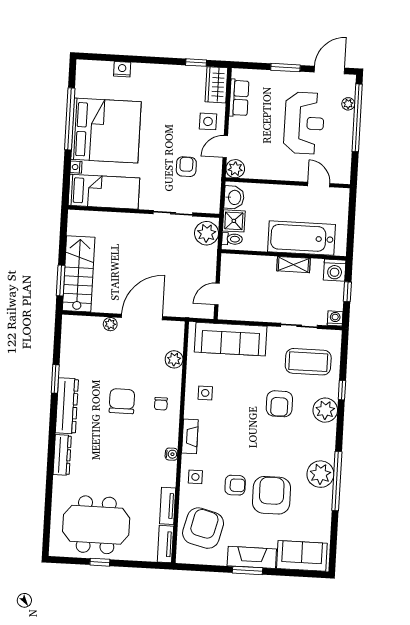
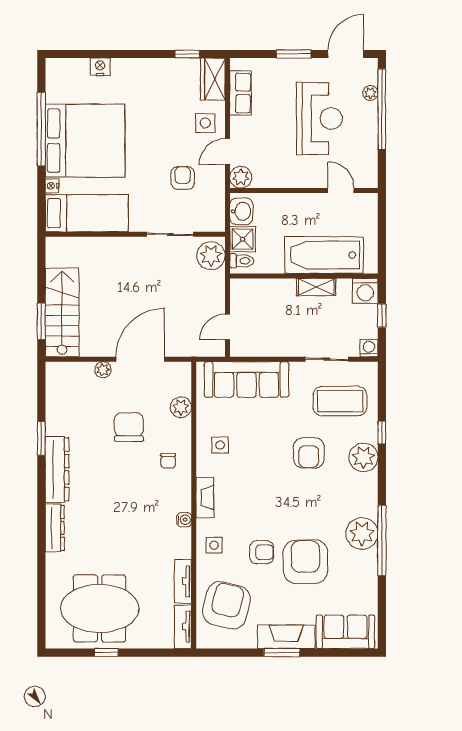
chair: (122, 401) -> (129, 427), moved

